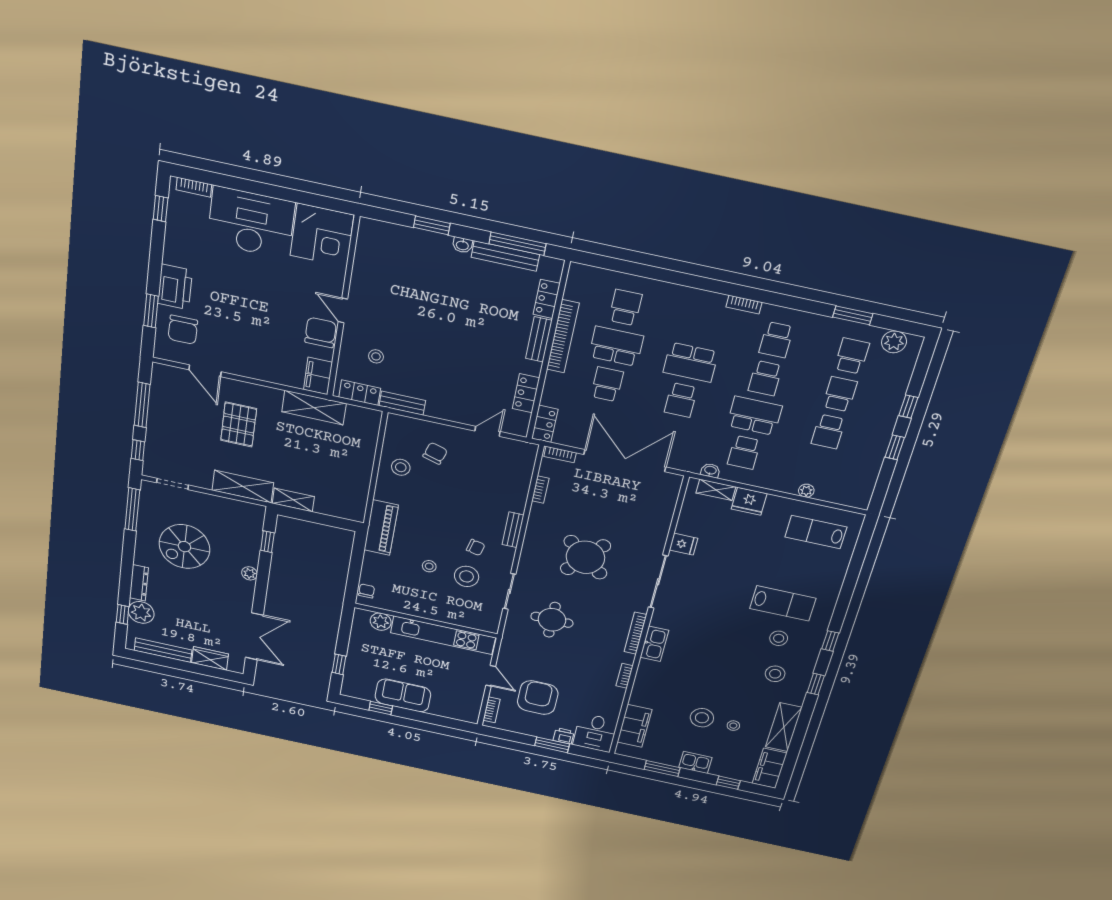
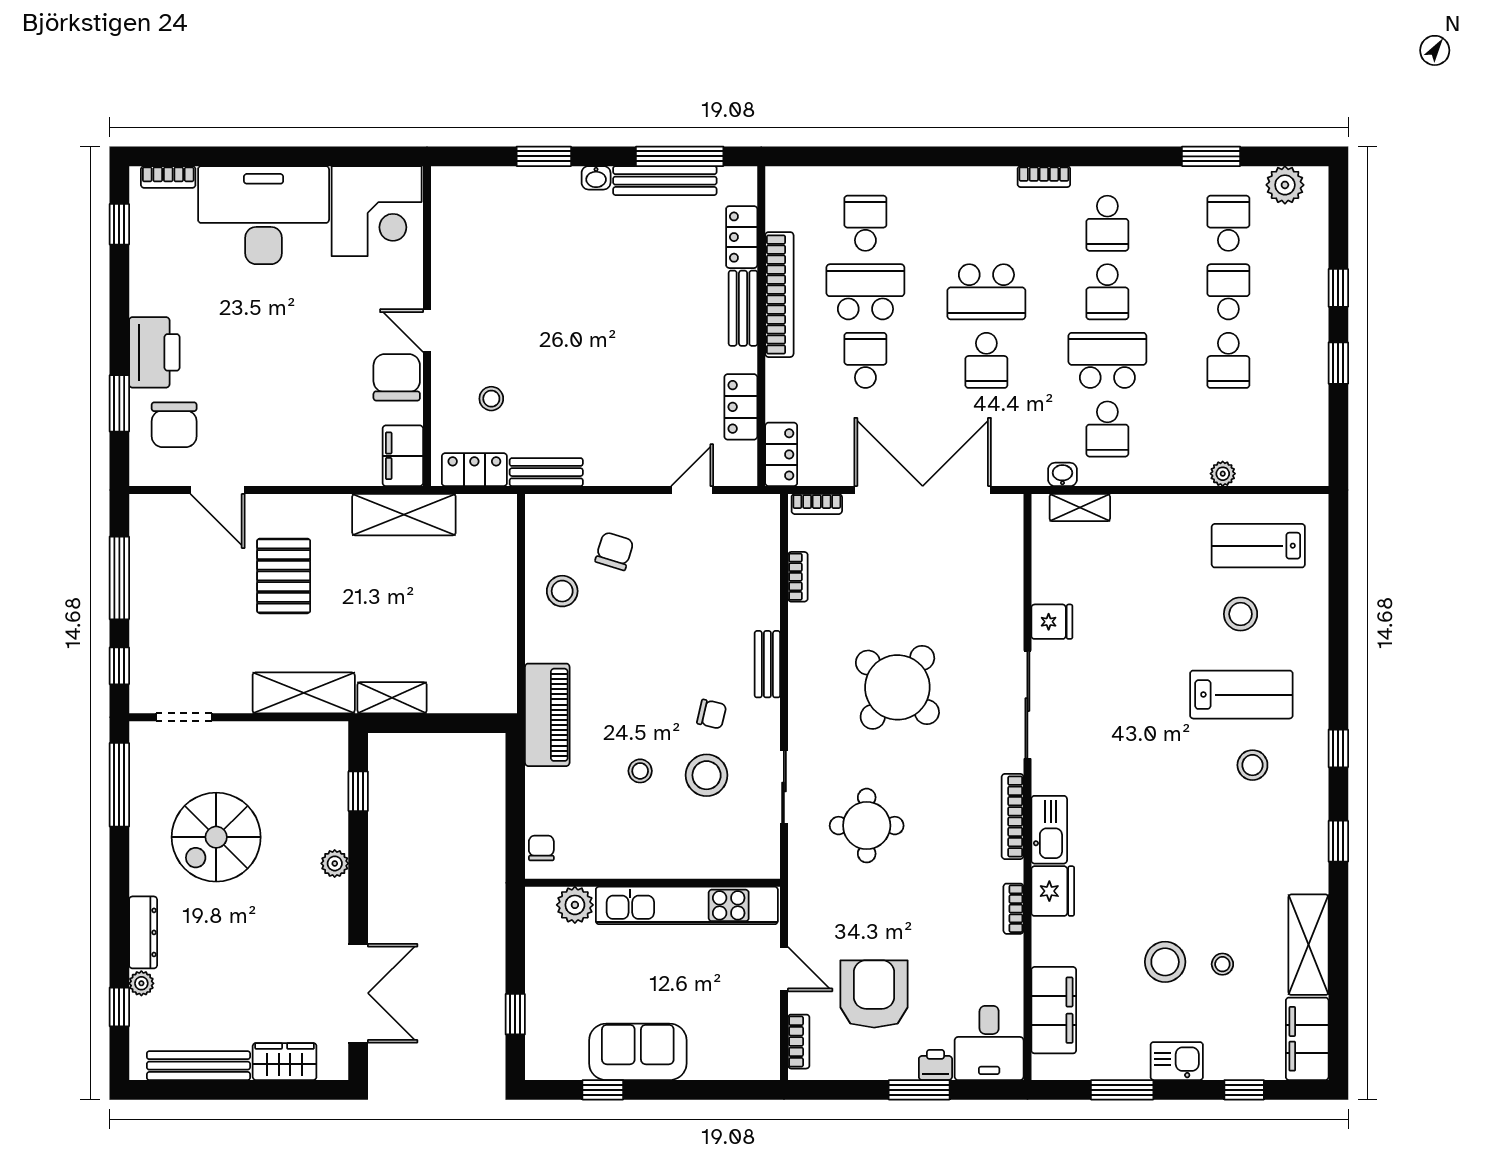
fridge: (749, 501) -> (1053, 891), moved, turned -90
plant: (141, 612) -> (141, 983), width x0.53, depth x0.53
stool: (775, 674) -> (1241, 614), moved

